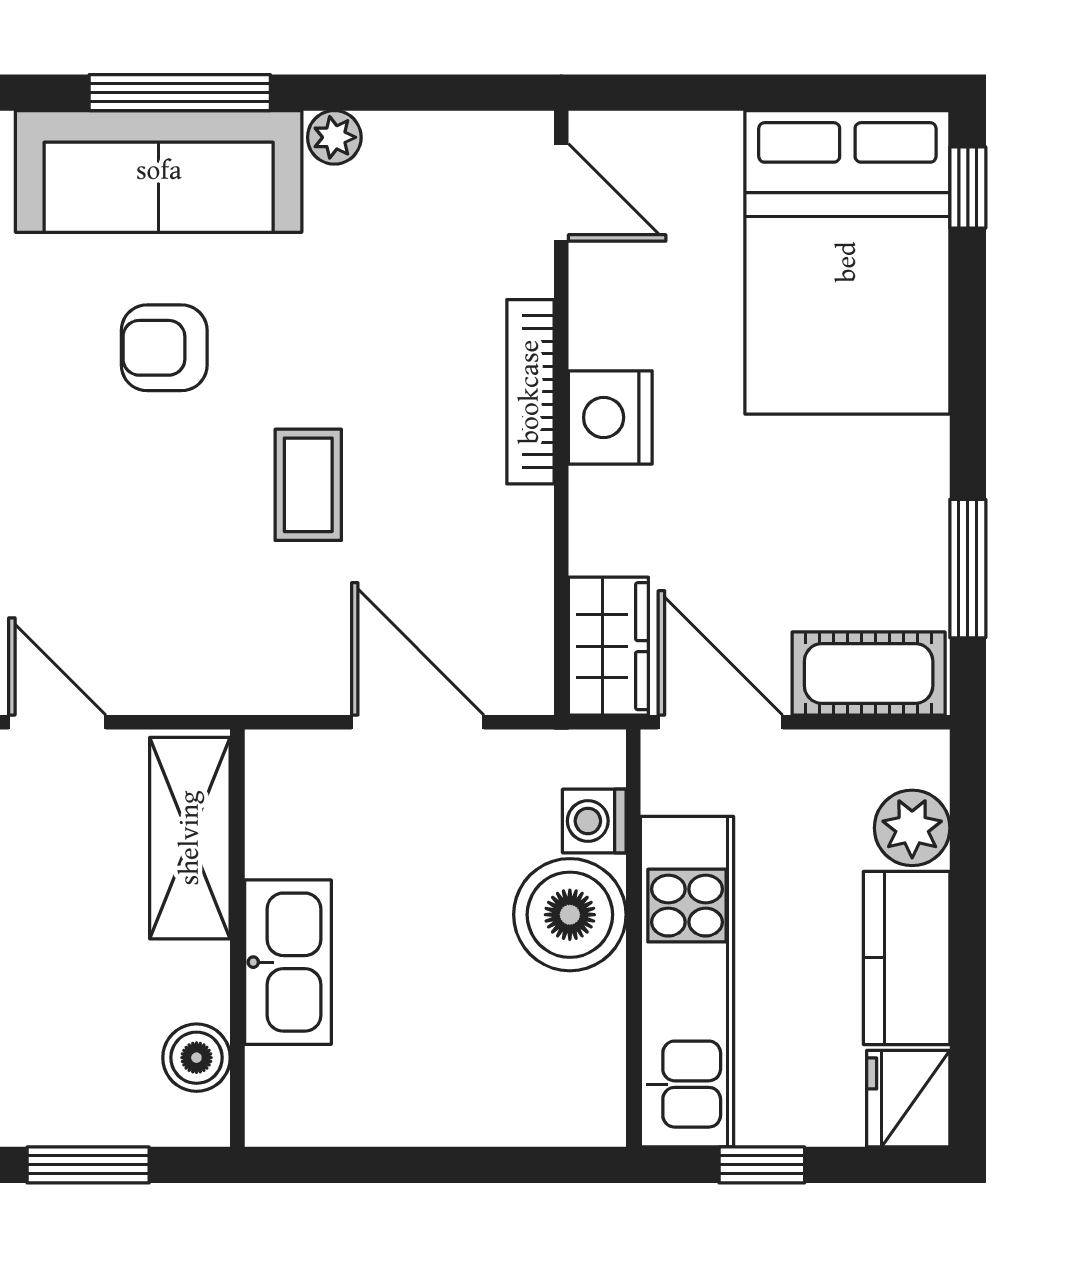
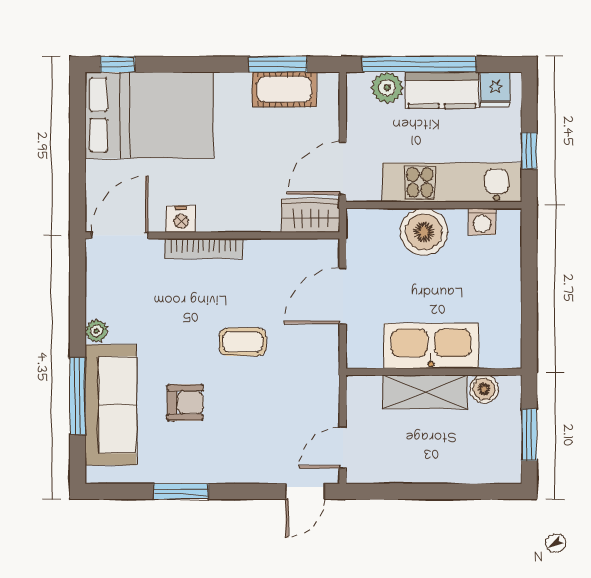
door: (561, 192) -> (120, 235), width x1.38
armchair: (164, 348) -> (185, 403), turned -90
nightstand: (610, 417) -> (181, 219), moved, width x0.74, depth x0.75
cot: (869, 673) -> (284, 89), moved, turned 90
washing machine: (594, 821) -> (482, 222), moved
shelving: (190, 838) -> (425, 392), moved
window: (968, 904) -> (419, 64), added
kitchen sink: (288, 962) -> (431, 346), width x1.36, depth x1.24
fridge: (908, 1099) -> (496, 89), width x0.72

